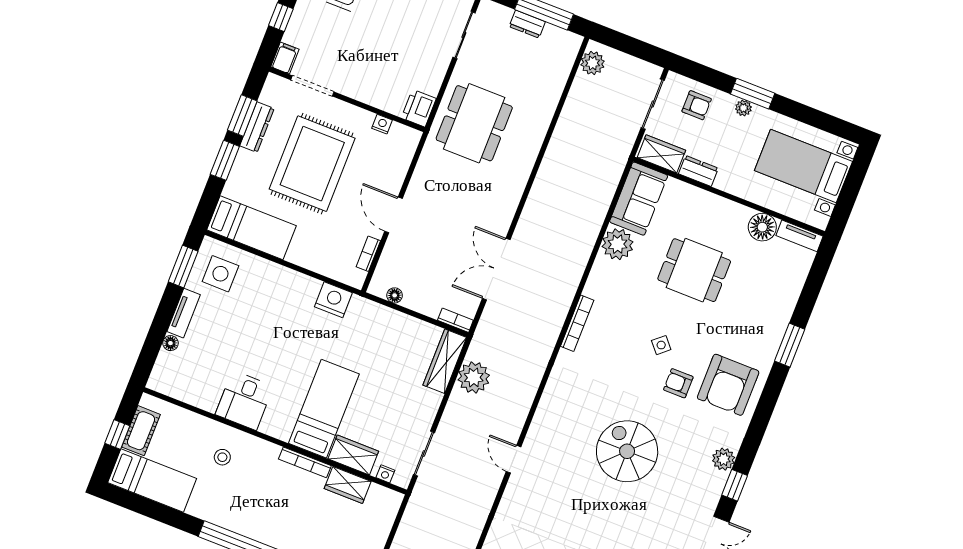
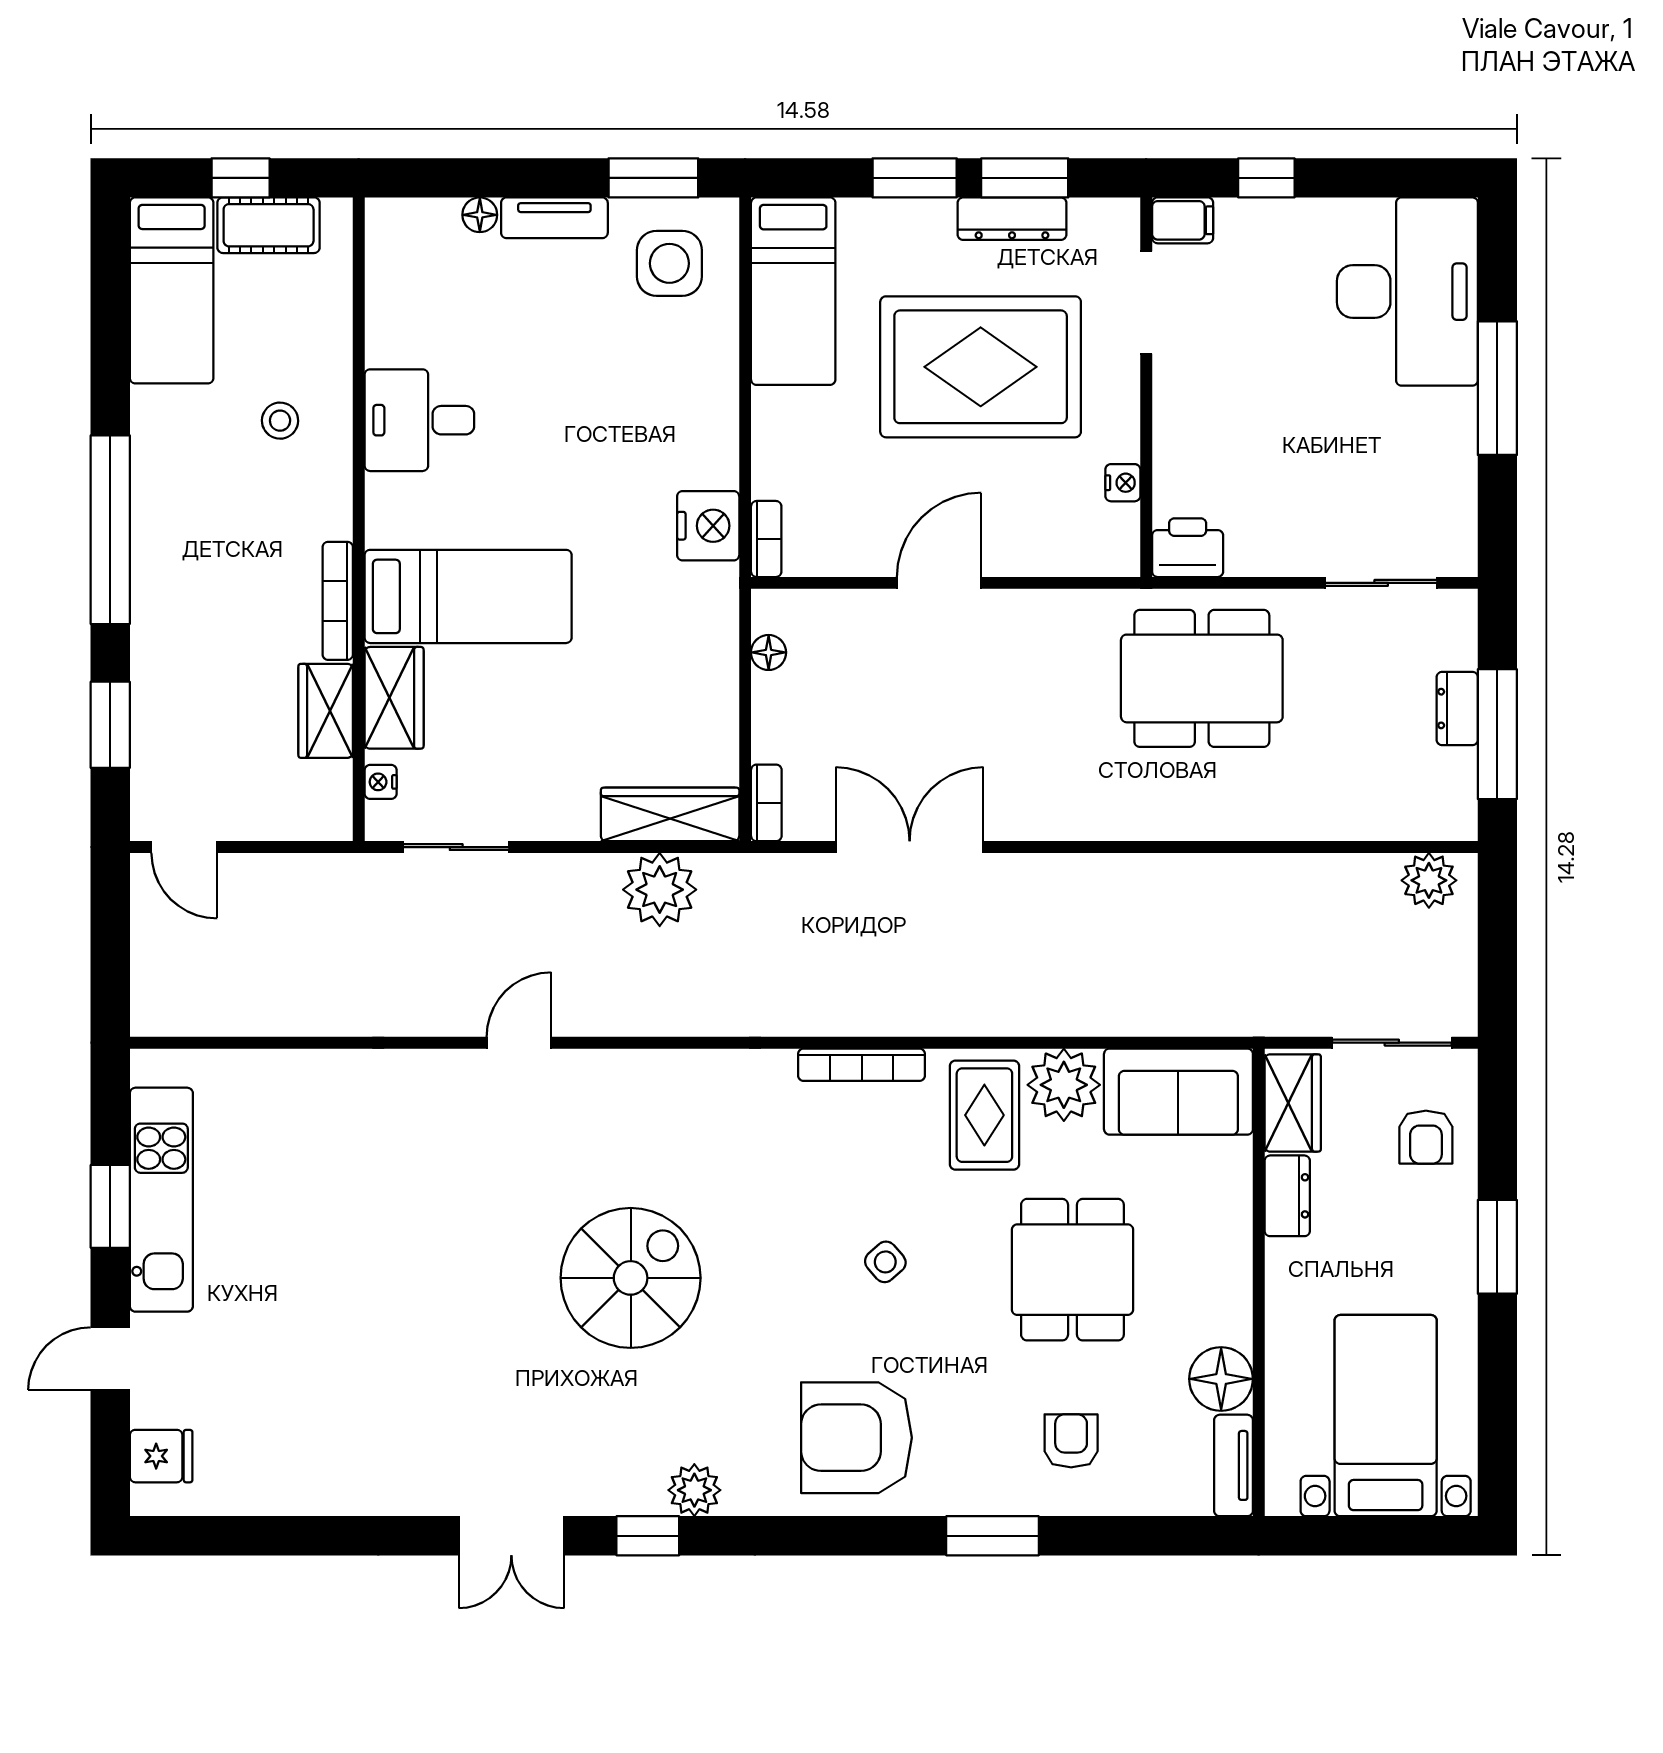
plant: (743, 108) -> (1459, 1239), removed
bookcase: (368, 254) -> (766, 539), moved, turned 90
rug: (617, 281) -> (984, 1115), added
armchair: (678, 383) -> (1071, 1441), moved

